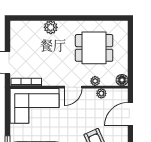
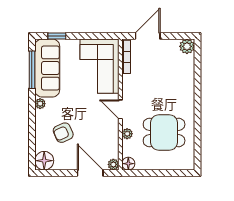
plant: (51, 27) -> (187, 46), moved
dining table: (94, 48) -> (164, 132), turned 90
plant: (101, 93) -> (113, 164), moved

